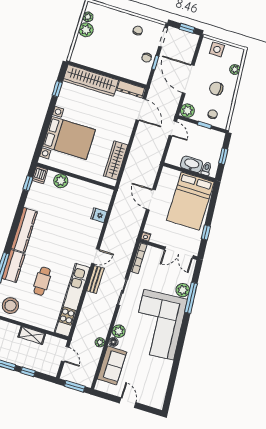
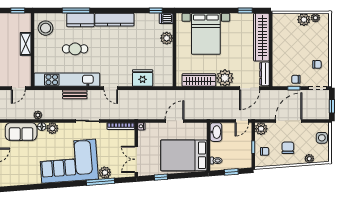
plant: (122, 132) -> (225, 78), added
washbasin: (192, 164) -> (216, 132), moved
fridge: (99, 215) -> (143, 78), width x1.88, depth x1.34
bench: (95, 280) -> (75, 94), moved
shelving: (32, 335) -> (26, 44), moved

